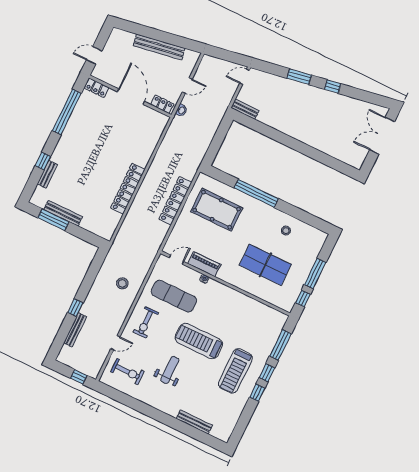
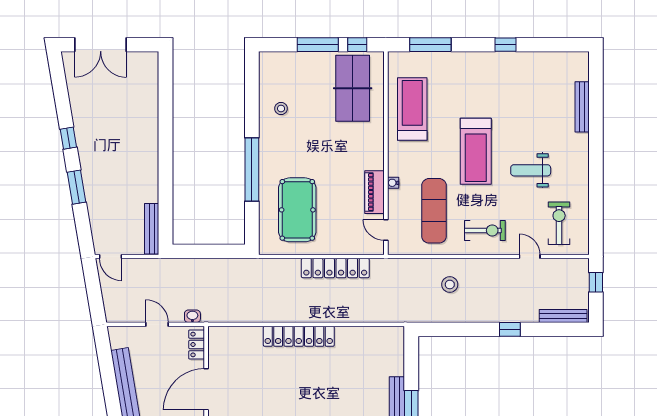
bench: (245, 109) -> (152, 229), width x1.36
locker: (128, 189) -> (299, 336), moved
locker: (175, 201) -> (335, 268), moved
table tennis table: (265, 265) -> (353, 88), moved
bench: (75, 330) -> (563, 316), moved
treadmill: (235, 371) -> (412, 109), moved, turned -90
window: (267, 373) -> (474, 45), removed

